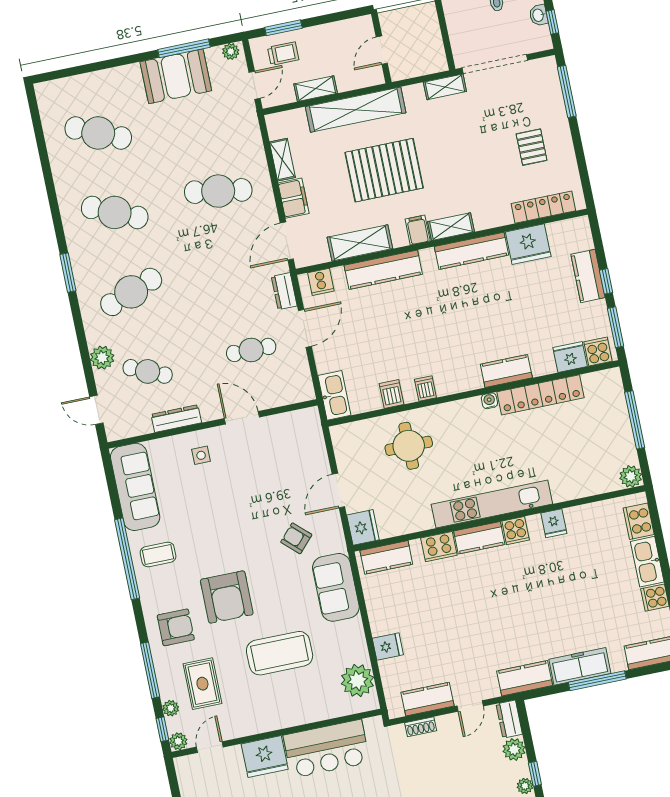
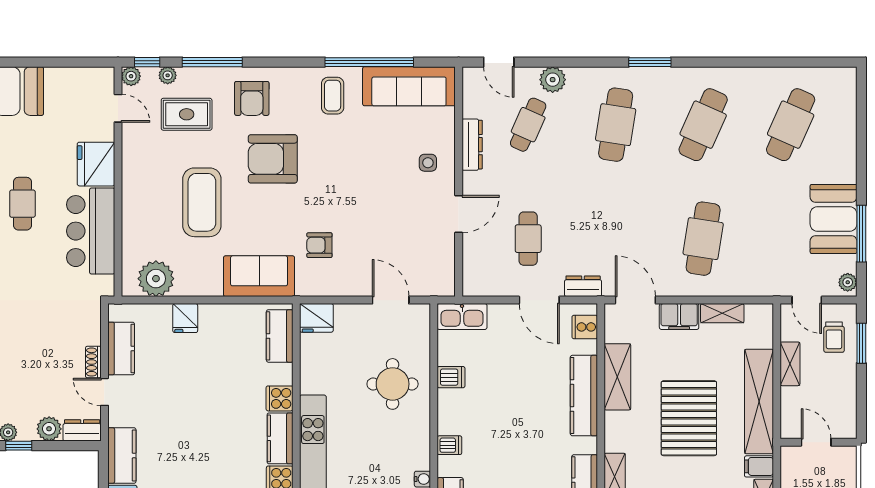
filing cabinet: (418, 230) -> (759, 466), moved, turned 180
cafe table: (131, 292) -> (616, 125), turned 30
dishwasher: (425, 388) -> (449, 445), moved
door: (96, 410) -> (499, 62), swing flipped
door: (338, 490) -> (391, 300), moved
armchair: (296, 538) -> (319, 245), turned -133
cooker: (439, 547) -> (280, 398), width x0.73
window: (127, 559) -> (369, 62), moved
shoe rack: (421, 727) -> (93, 362), moved

